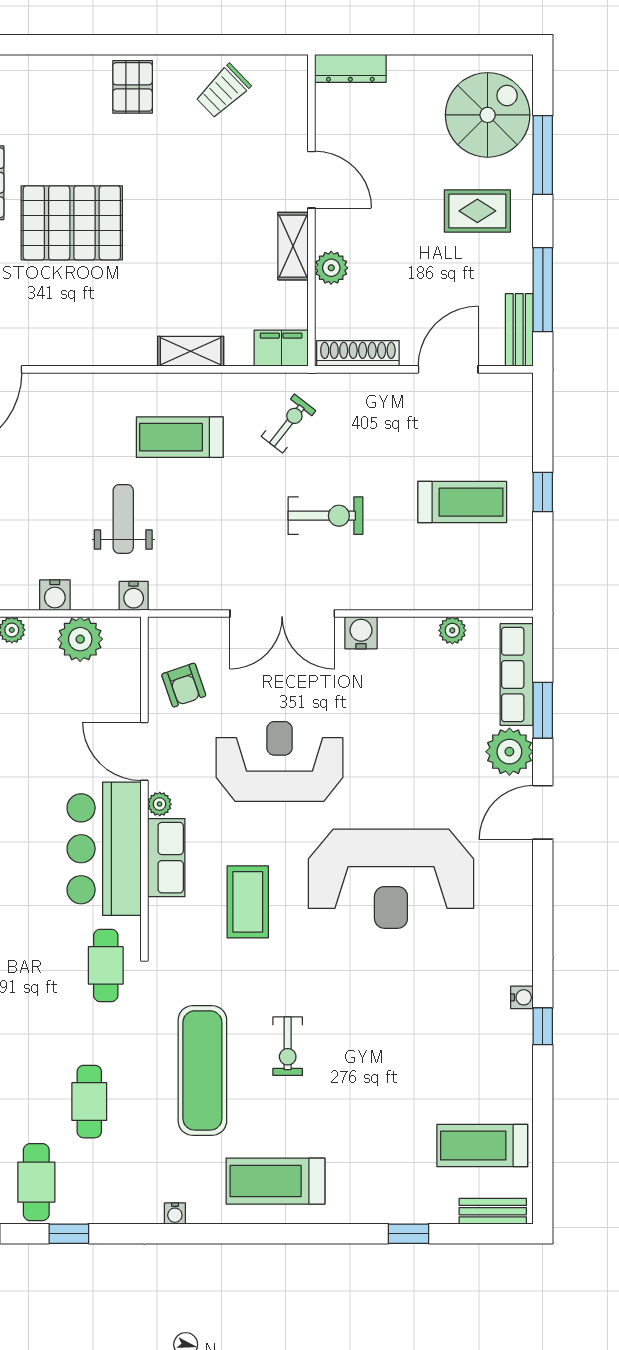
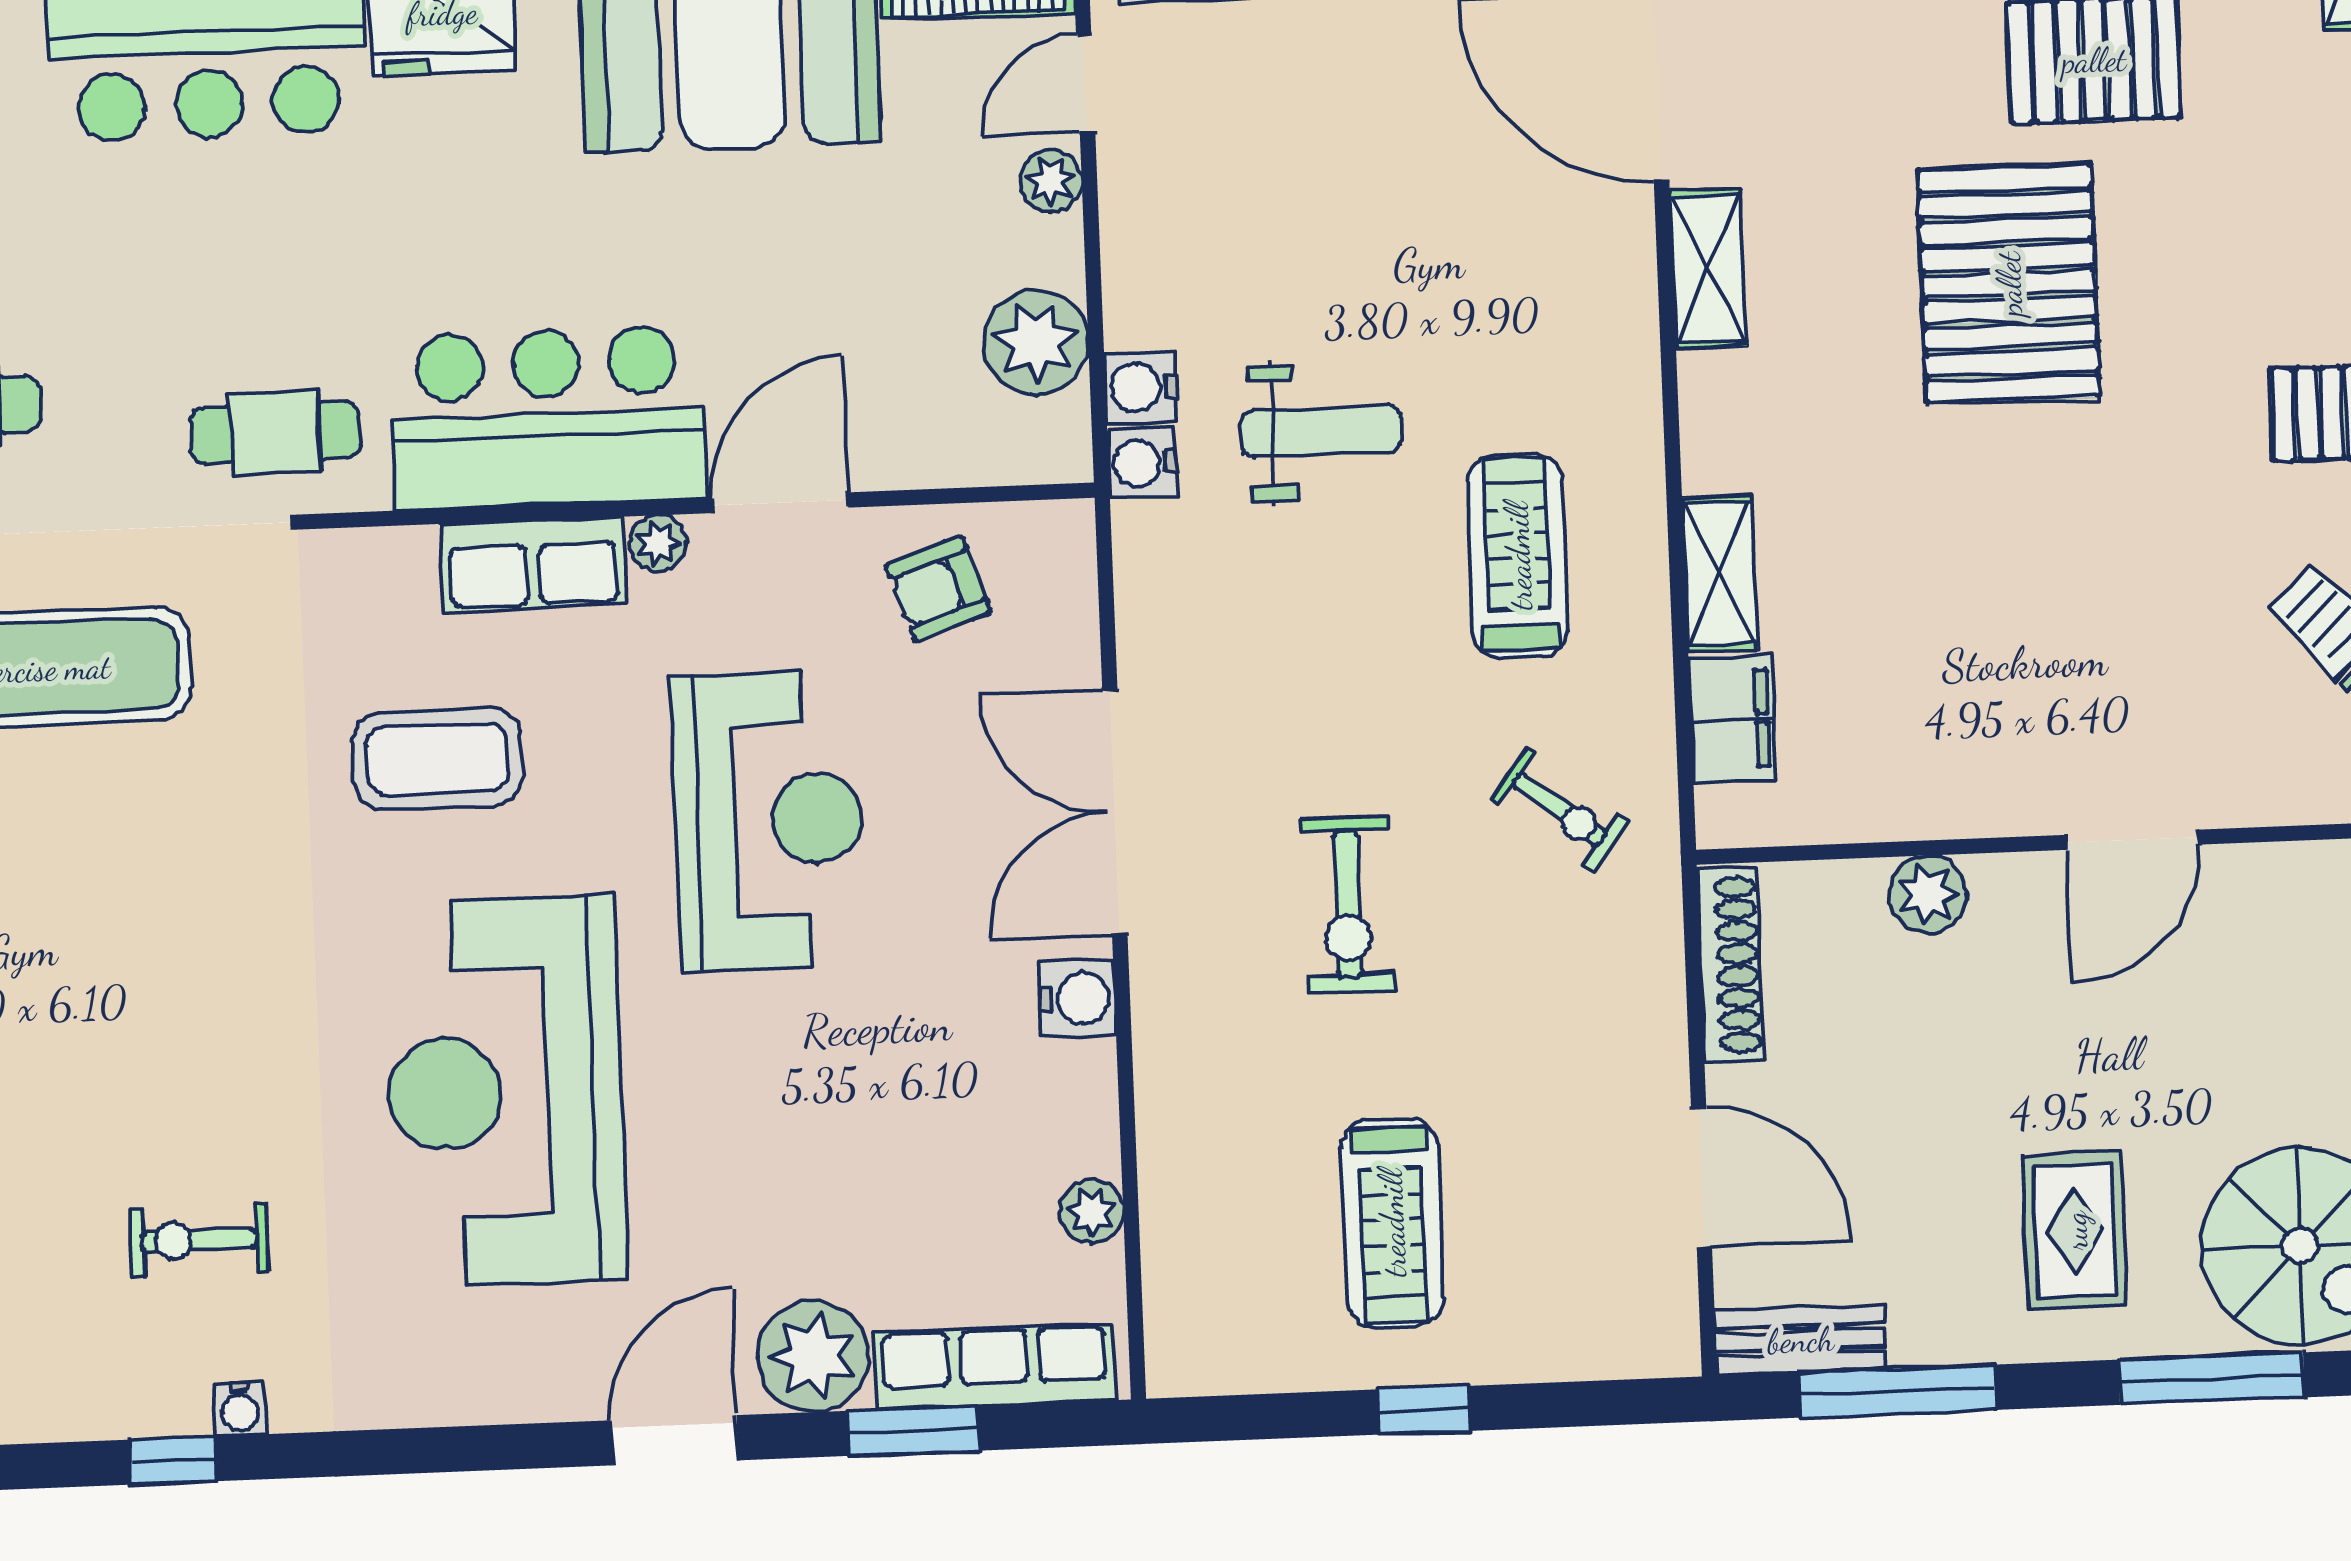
shelving: (293, 246) -> (1708, 268), moved, turned 90
filing cabinet: (281, 348) -> (1733, 719), moved
water cooler: (55, 595) -> (1141, 388), moved
door: (543, 812) -> (674, 1440), hinge flipped
exercise bike: (288, 1046) -> (199, 1240), moved

